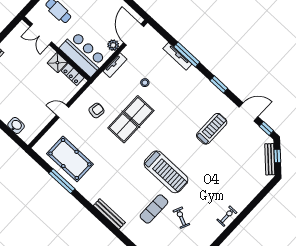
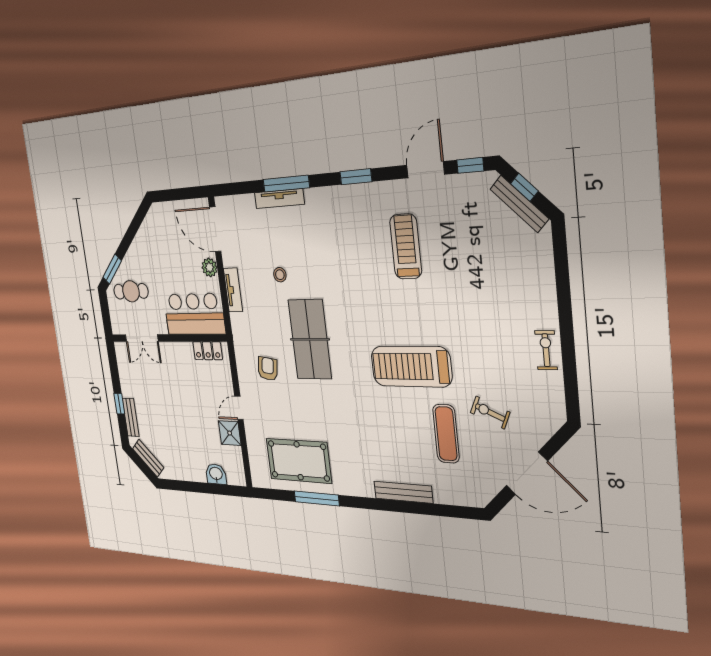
shower: (57, 63) -> (230, 433), moved
treadmill: (166, 172) -> (411, 367), turned 180

